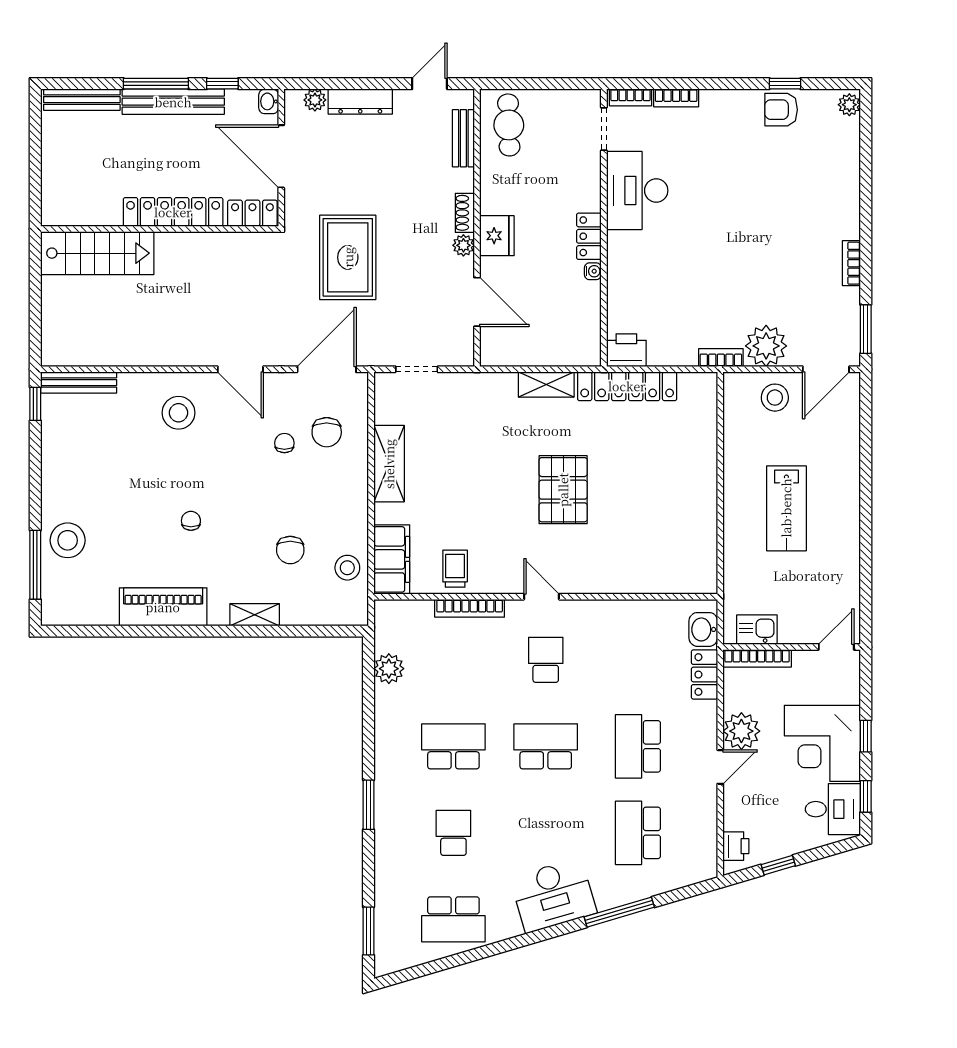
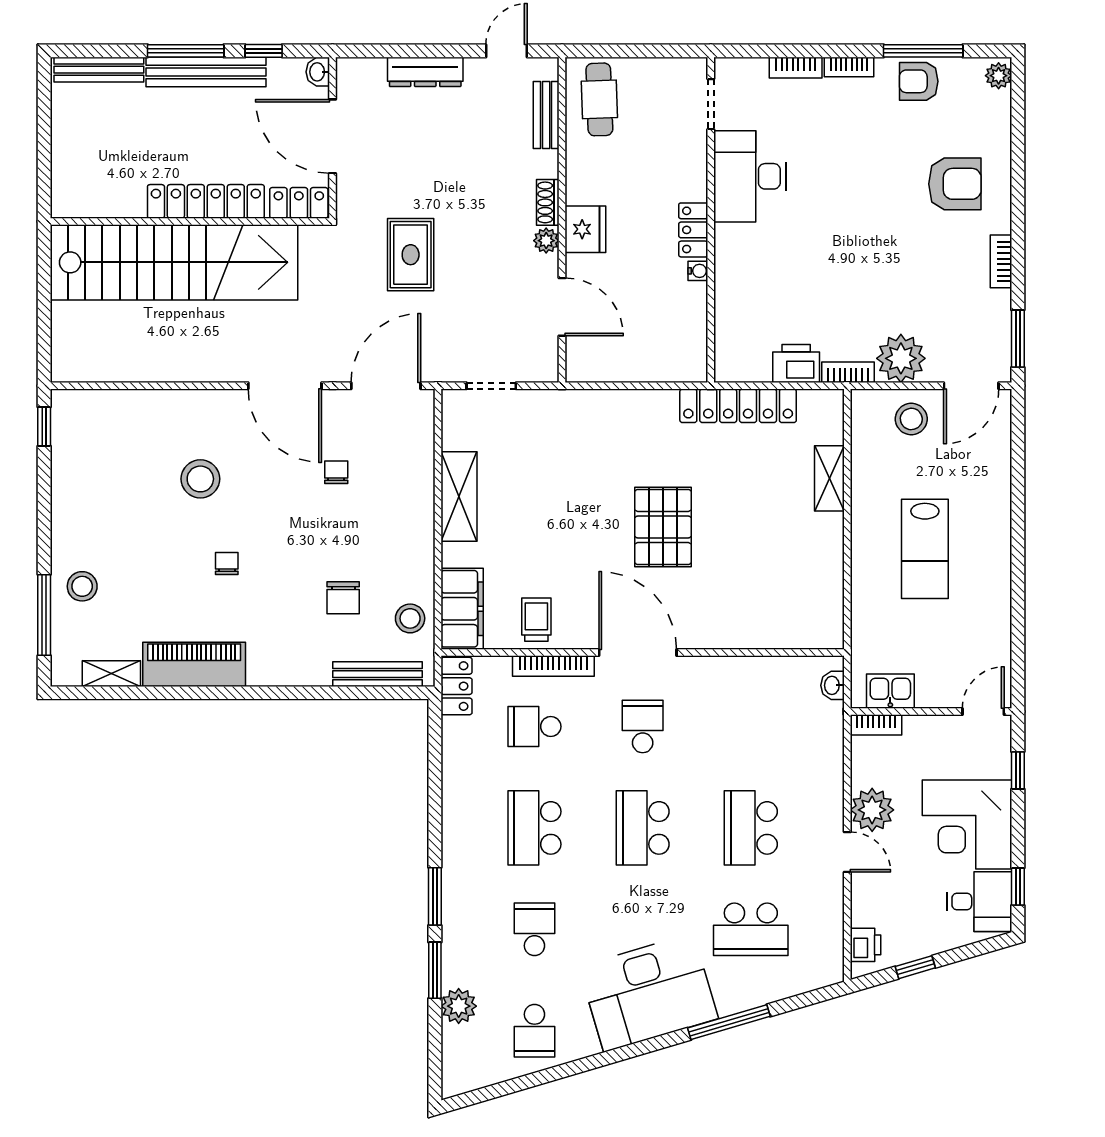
window: (785, 84) -> (923, 51), width x2.17
bookcase: (631, 97) -> (849, 67), moved
plant: (315, 100) -> (372, 70), removed
armchair: (812, 197) -> (955, 184), added
stairs: (97, 253) -> (174, 262), width x1.86, depth x1.51
rug: (348, 257) -> (411, 255), width x0.73, depth x0.70
printer: (626, 350) -> (796, 363), moved
door: (240, 369) -> (285, 386), width x1.36
bench: (79, 383) -> (377, 674), moved
shelving: (546, 384) -> (829, 478), moved, turned 90
stool: (178, 413) -> (200, 479), moved
chair: (327, 432) -> (386, 460), removed
stool: (68, 540) -> (82, 586), width x0.73, depth x0.73
door: (541, 597) -> (638, 652), width x1.87
shelving: (255, 615) -> (111, 674), moved
washbasin: (703, 629) -> (833, 685), width x0.72, depth x0.69
bookcase: (757, 658) -> (876, 725), width x0.64
school desk: (453, 660) -> (534, 727), added
plant: (389, 669) -> (459, 1006), moved
locker: (704, 675) -> (456, 686), moved, turned 180
window: (866, 736) -> (1018, 770), moved
school desk: (453, 746) -> (534, 828), turned -90
school desk: (546, 746) -> (643, 828), turned -90
door: (720, 767) -> (847, 852), hinge flipped
school desk: (638, 833) -> (751, 929), turned -90
desk: (553, 895) -> (649, 993), width x1.36, depth x1.30
school desk: (453, 919) -> (534, 1031), width x0.54
window: (368, 931) -> (435, 970), moved

